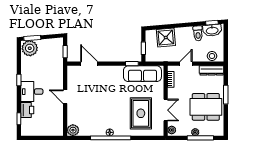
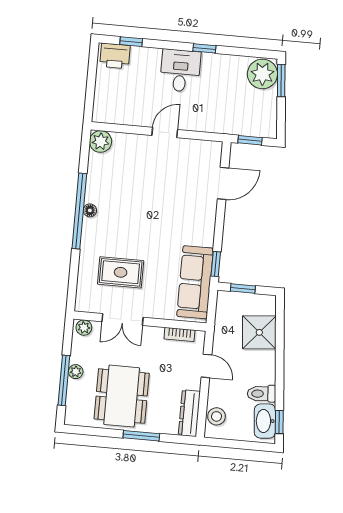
printer: (27, 110) -> (115, 56), moved
rug: (141, 113) -> (121, 272), width x0.73, depth x0.70

